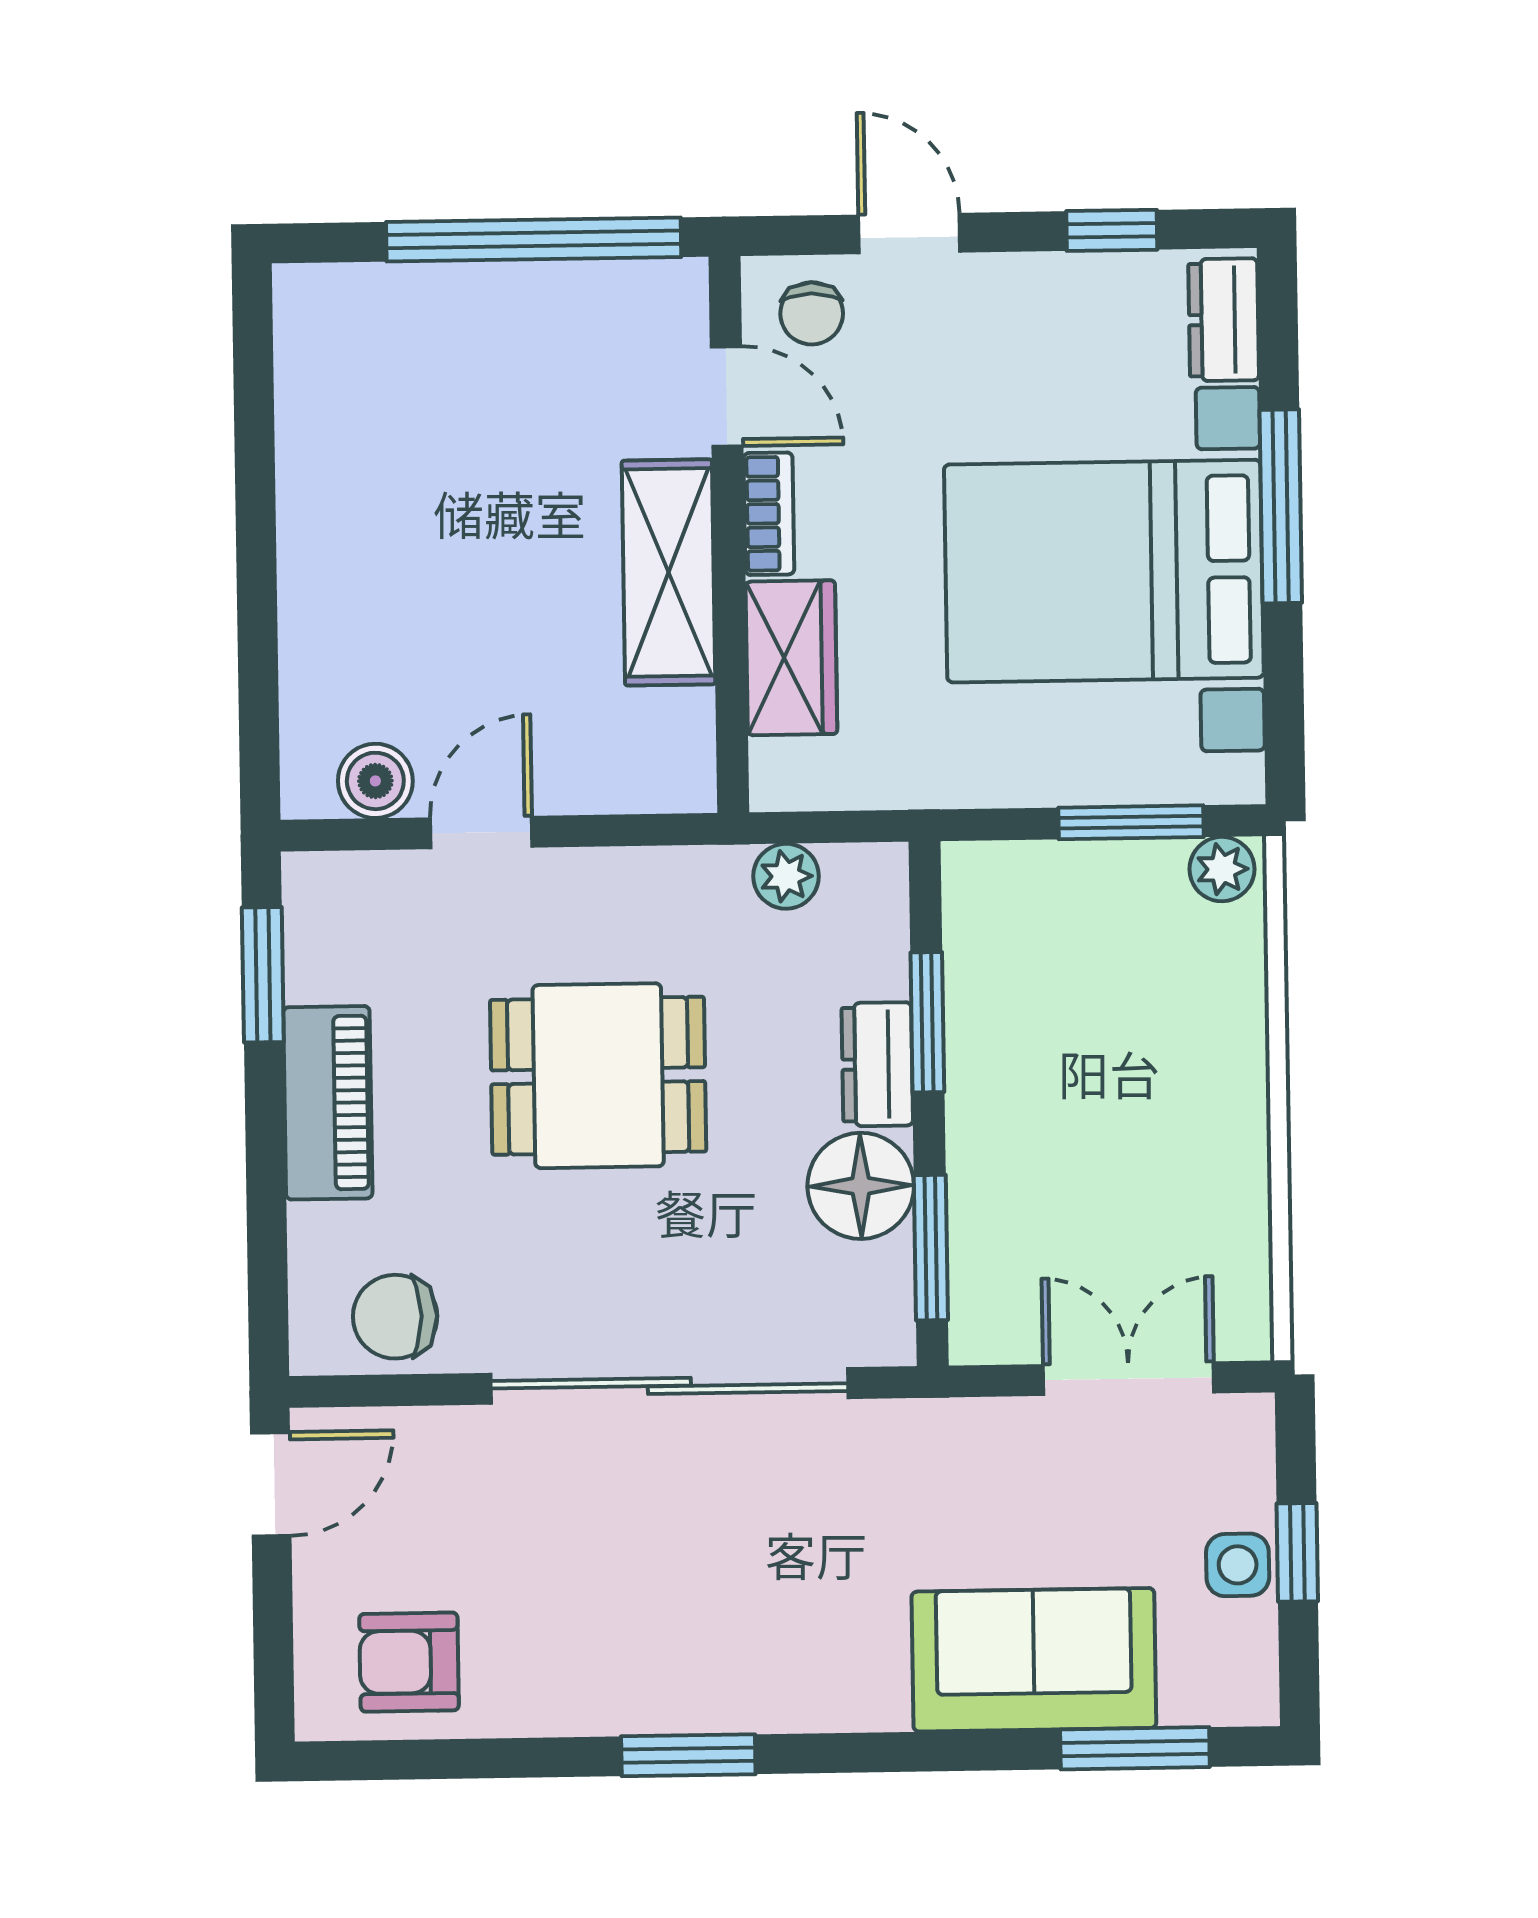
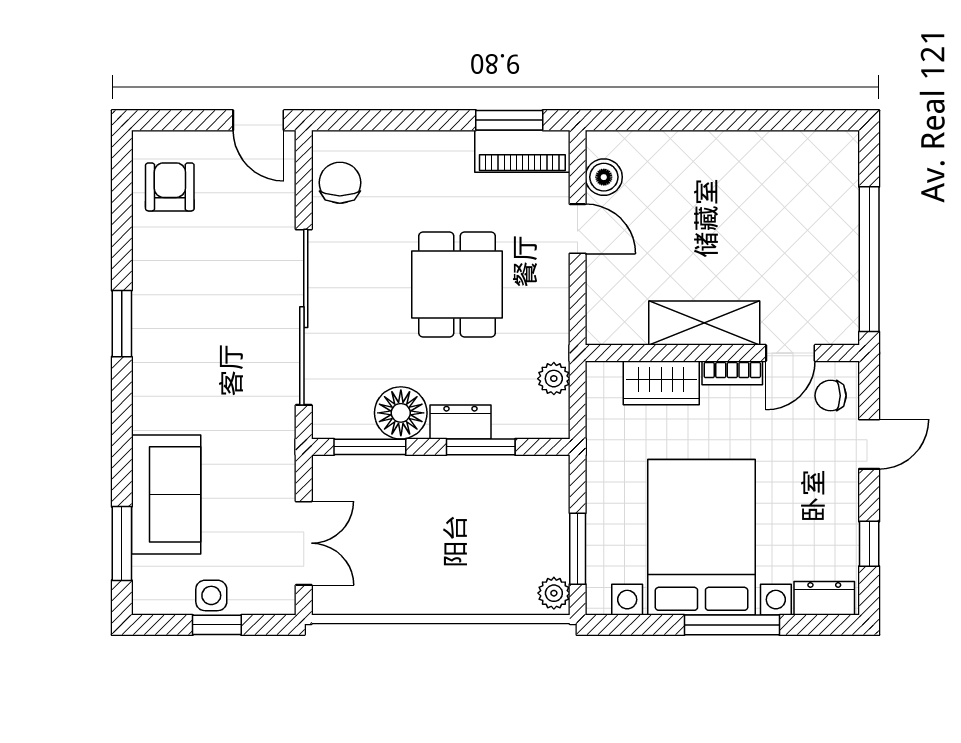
piano: (328, 1103) -> (522, 151), moved

